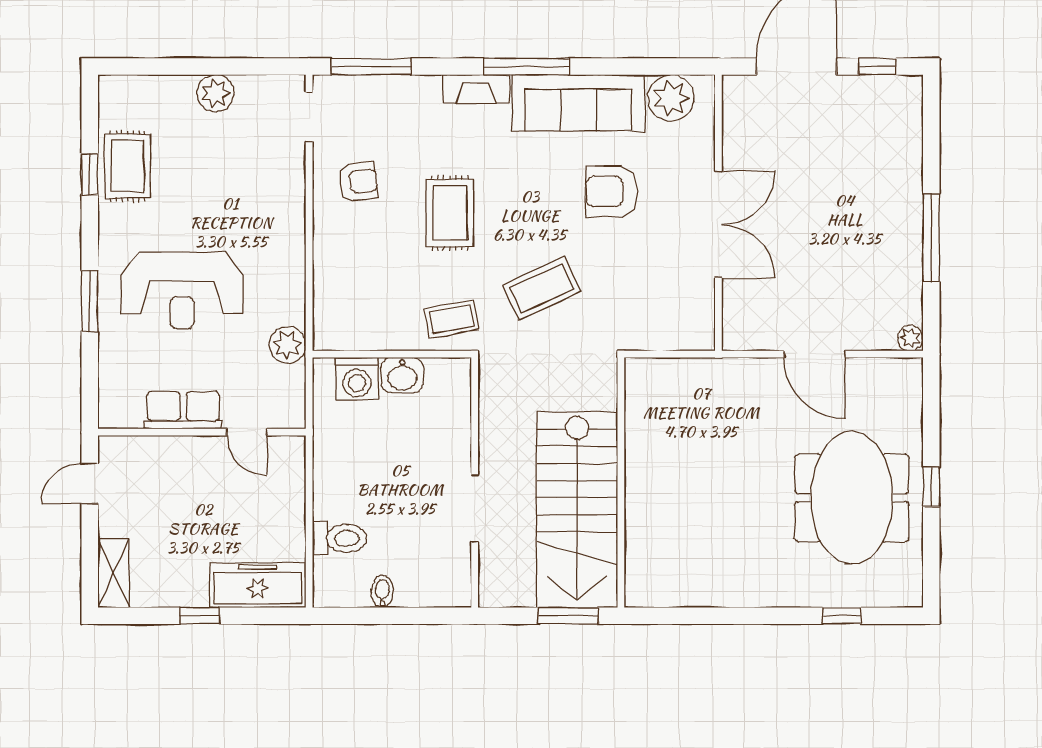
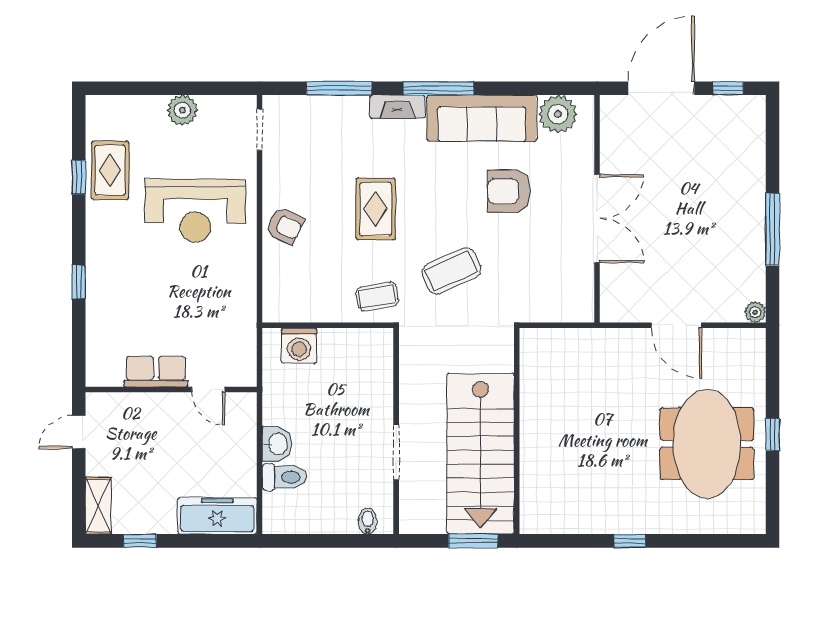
window: (371, 67) -> (339, 88), moved
armchair: (358, 182) -> (285, 226), moved, turned 32
reception desk: (182, 290) -> (195, 211), moved
window: (90, 301) -> (79, 282), width x0.67
plant: (287, 345) -> (242, 318), removed
washbasin: (402, 375) -> (277, 444), moved, turned -90
bidet: (382, 592) -> (368, 521), moved
window: (200, 616) -> (140, 541), moved
window: (842, 616) -> (630, 541), moved

